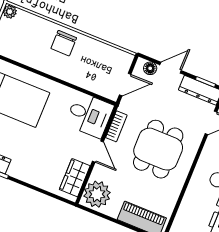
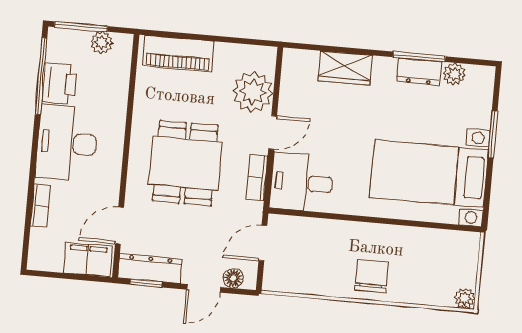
door: (98, 152) -> (273, 132), swing flipped
wardrobe: (75, 178) -> (345, 68), moved, turned 90
plant: (97, 194) -> (253, 92), moved

